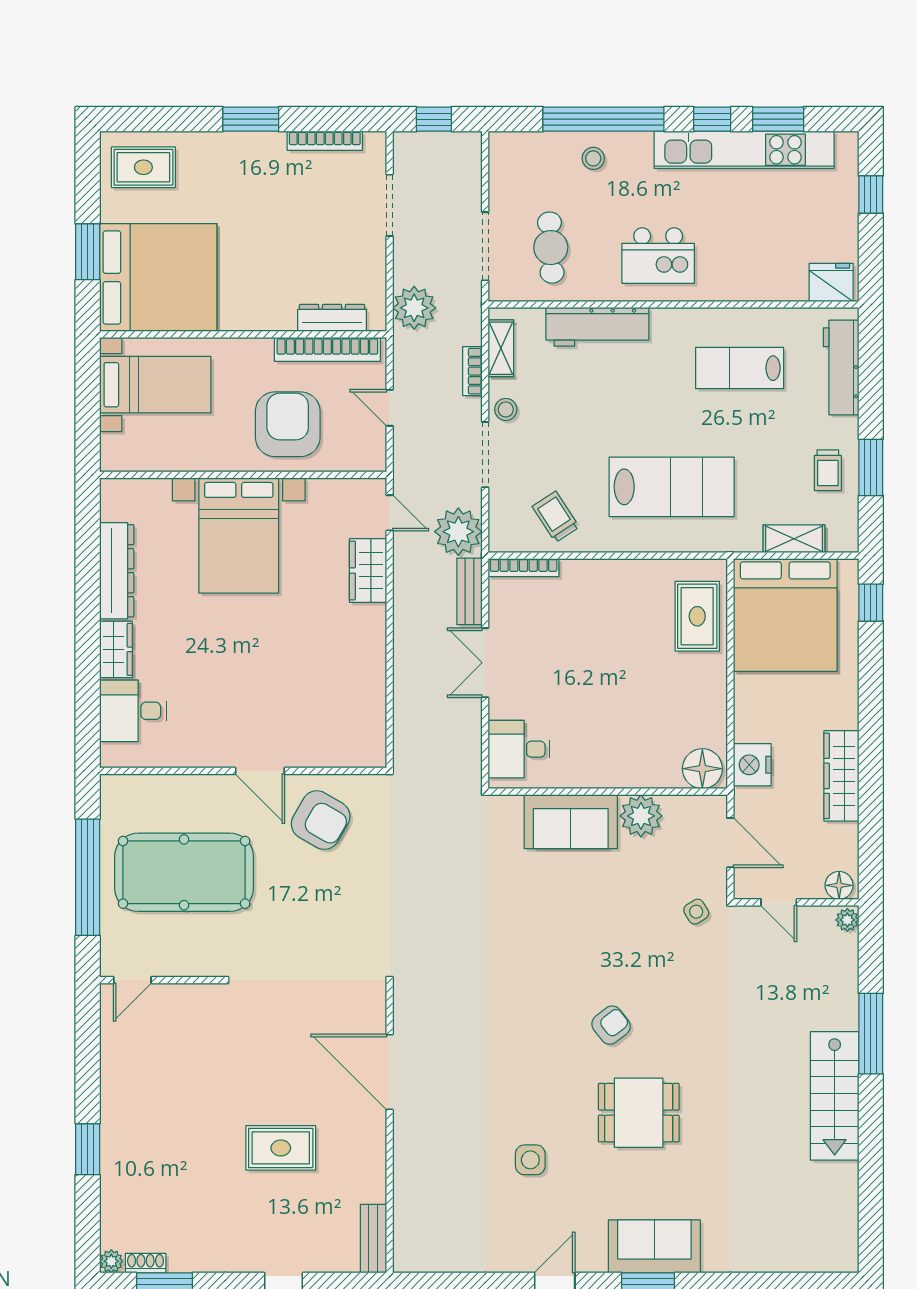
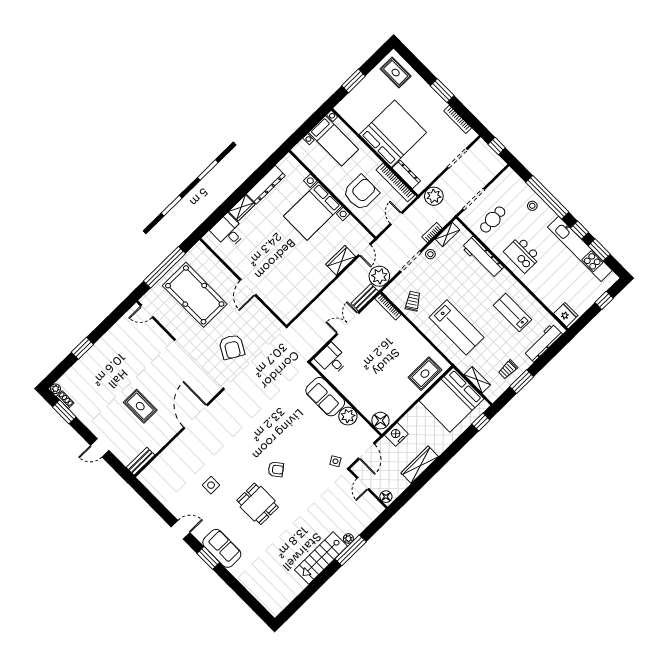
bed: (158, 277) -> (393, 134), moved, turned -90
armchair: (321, 820) -> (232, 347), moved
plant: (847, 920) -> (348, 539), moved

